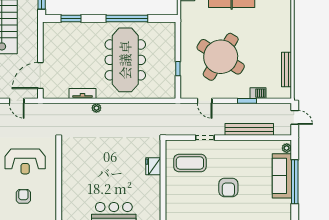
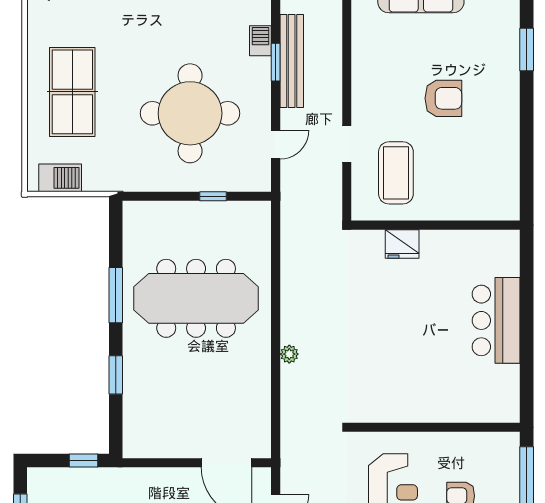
window: (71, 18) -> (116, 375), moved
window: (127, 18) -> (116, 295), width x0.68
round table: (221, 57) -> (190, 113), turned -32
tv unit: (82, 94) -> (261, 381), removed
bench: (249, 129) -> (292, 61), moved

